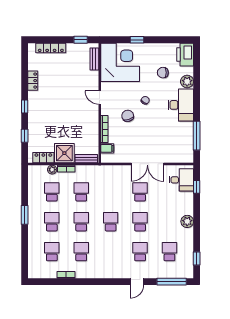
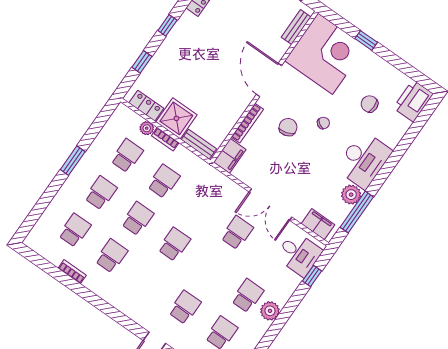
plant: (187, 82) -> (351, 195), moved
door: (100, 98) -> (269, 80), width x1.88
filing cabinet: (107, 148) -> (230, 156), width x2.00
filing cabinet: (180, 157) -> (318, 224), added
school desk: (140, 222) -> (248, 296), moved

